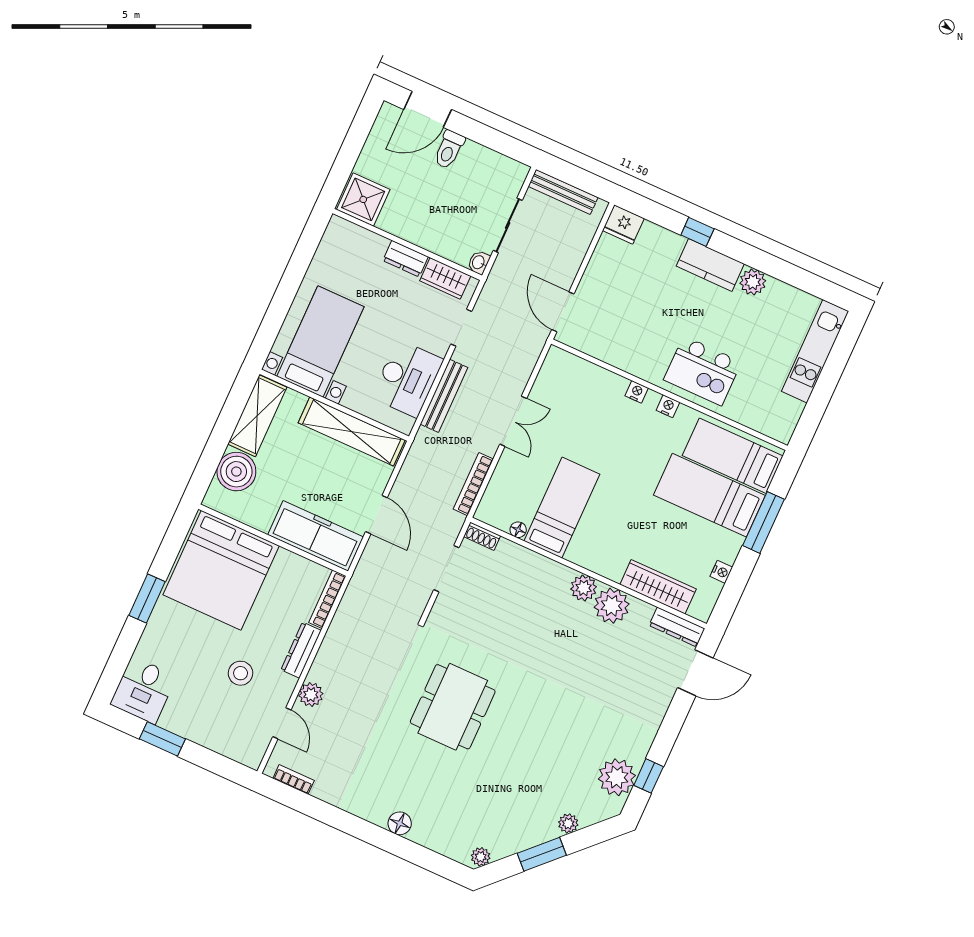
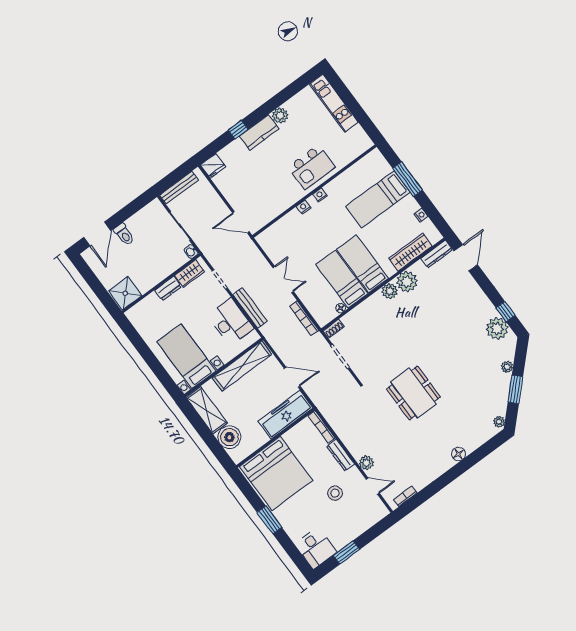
bed: (733, 456) -> (363, 264), moved, turned 90

